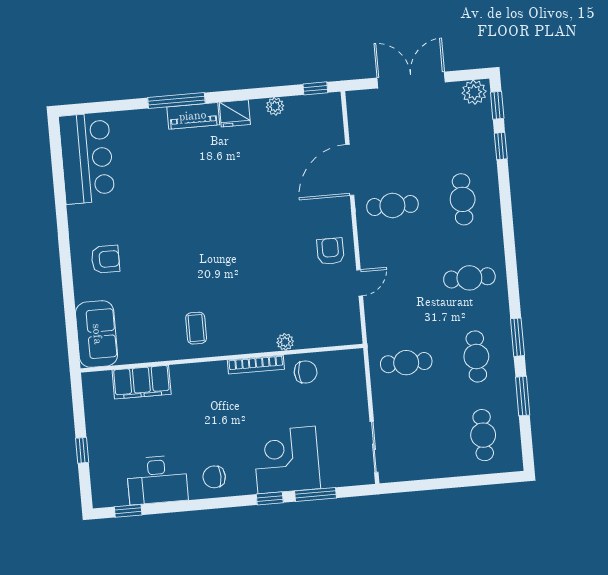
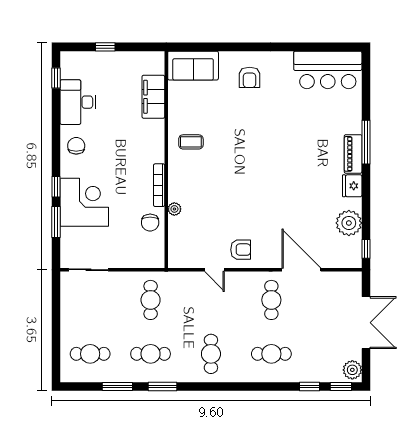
plant: (275, 106) -> (349, 223), width x1.88, depth x1.88

